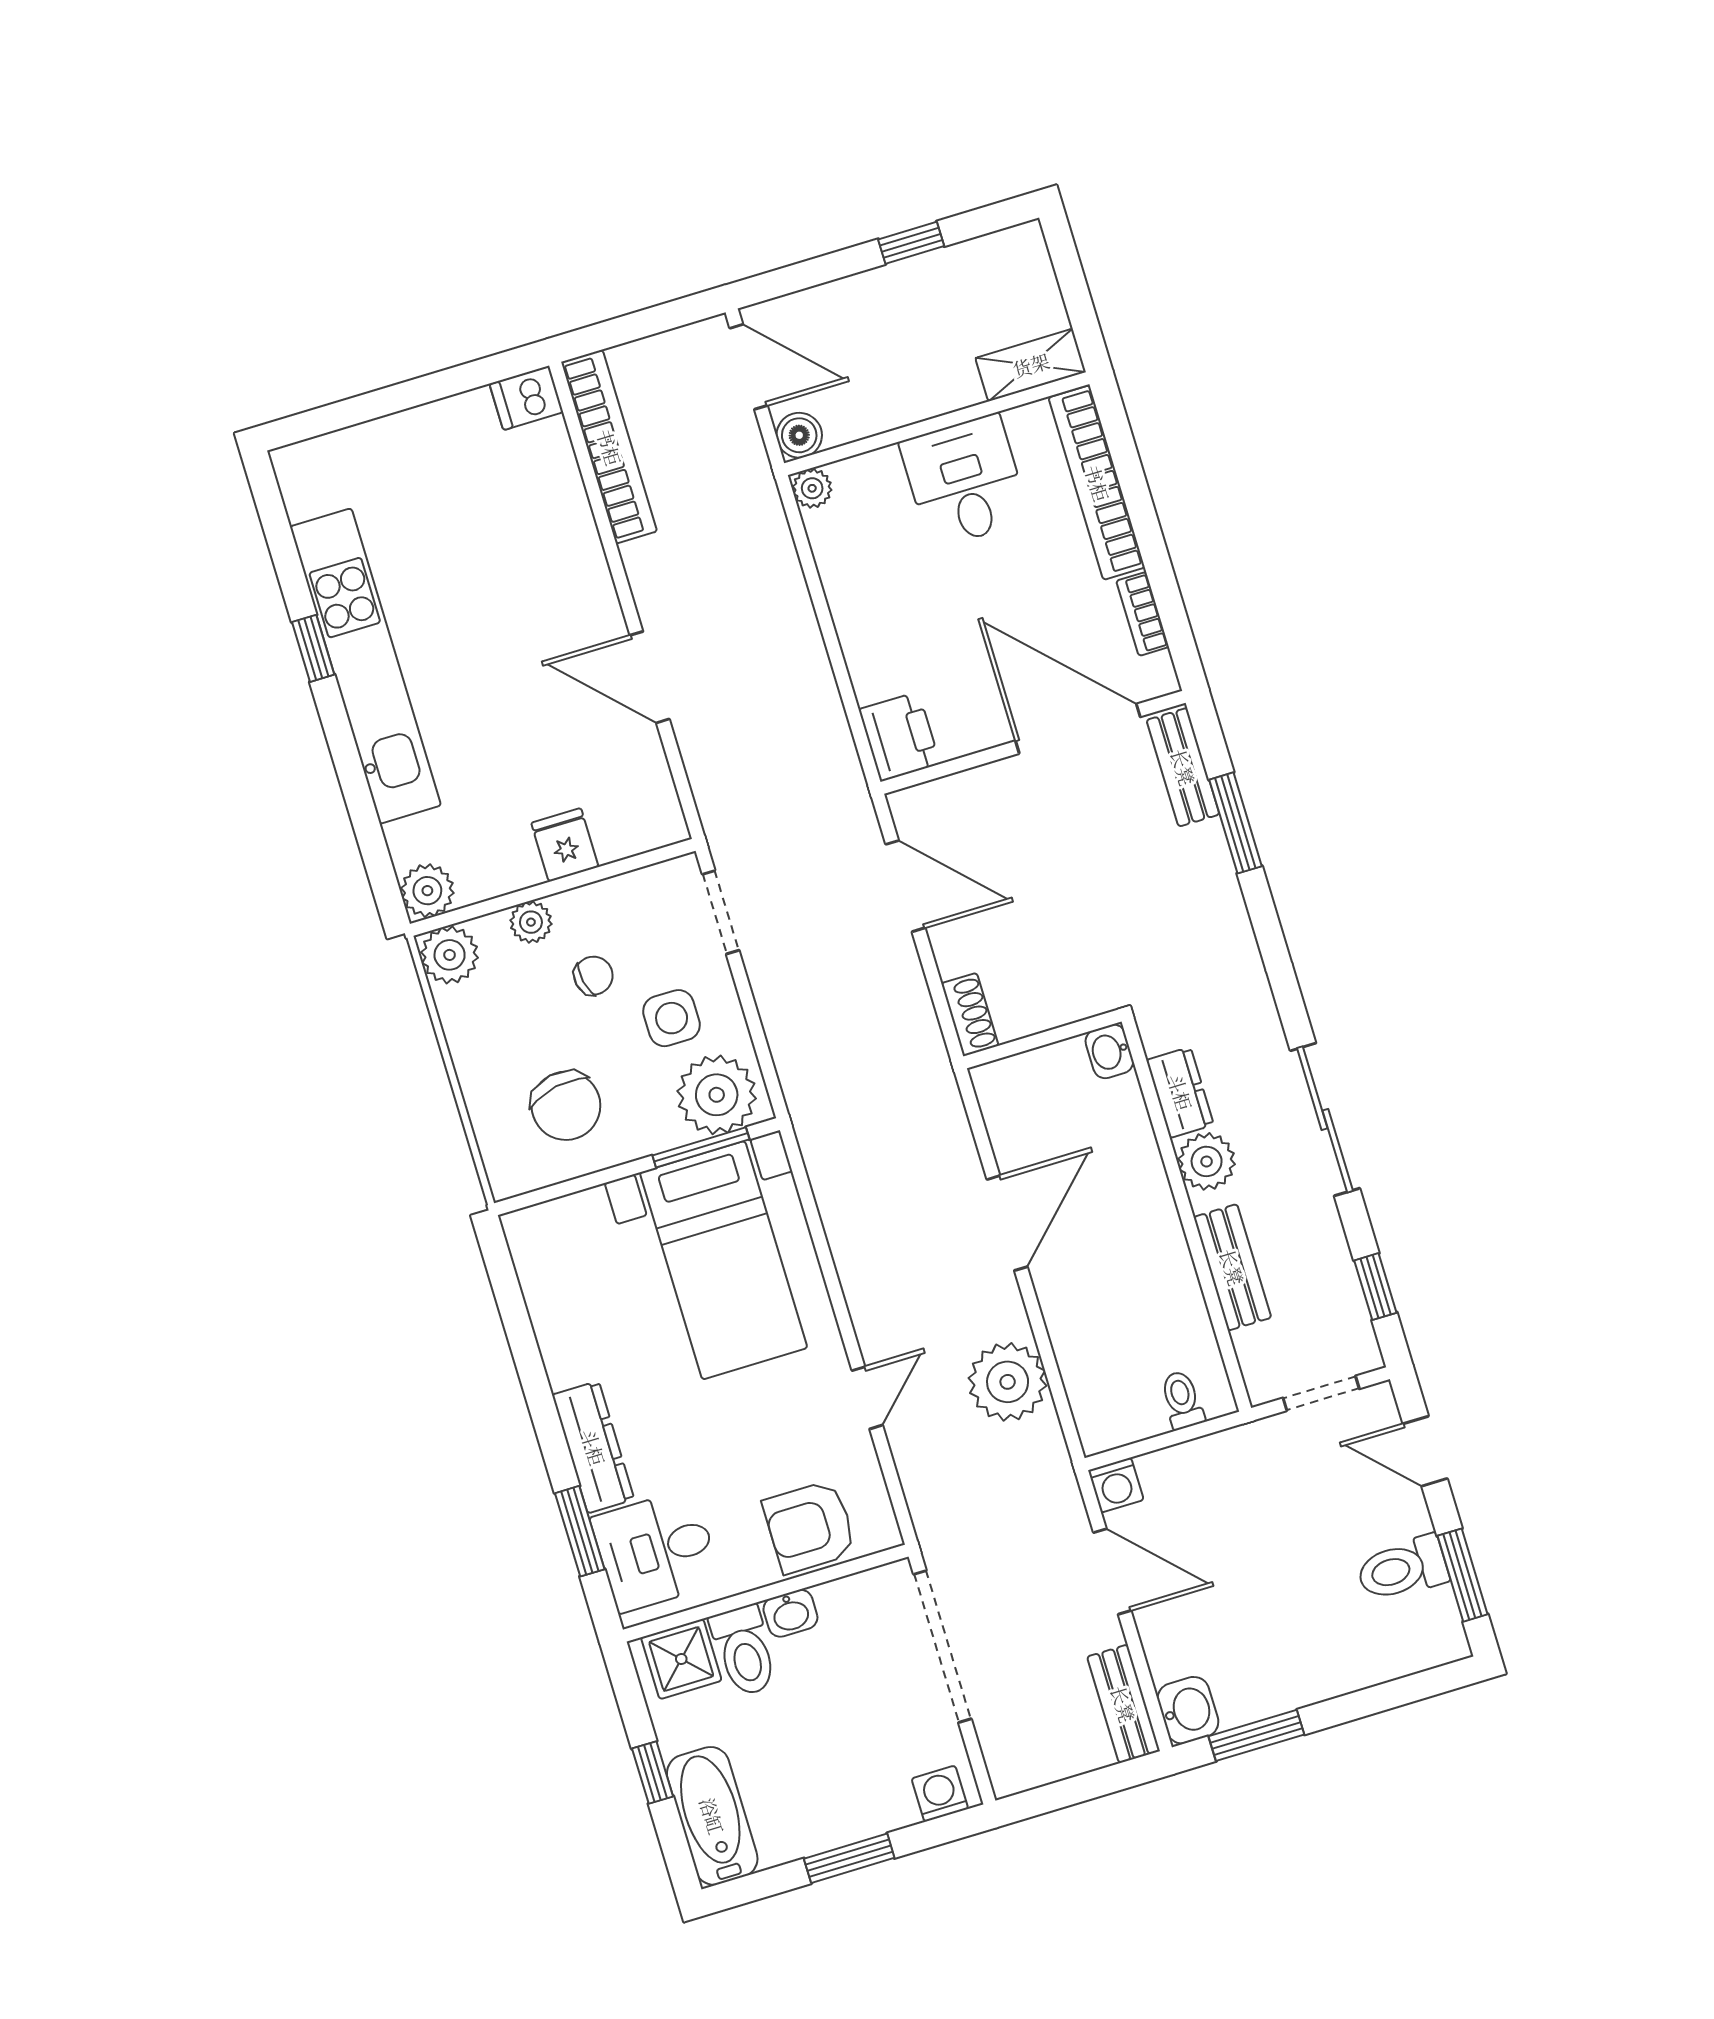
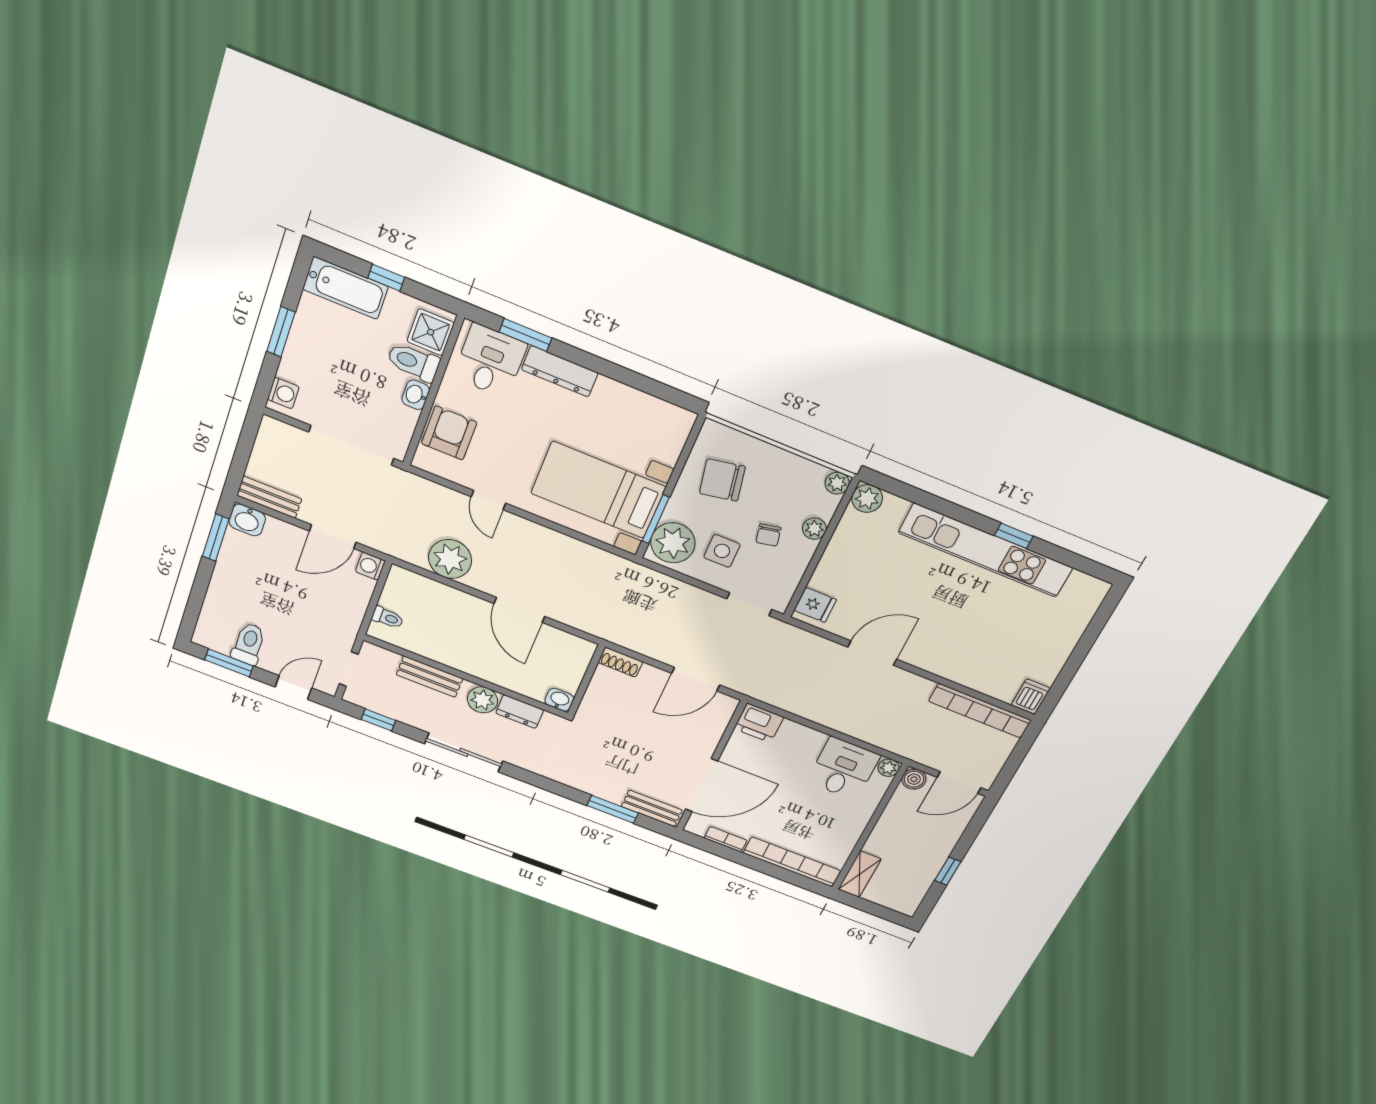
desk: (965, 481) -> (843, 769), moved, turned -90
fridge: (565, 845) -> (815, 605), moved
plant: (450, 955) -> (837, 483), width x0.73, depth x0.73

